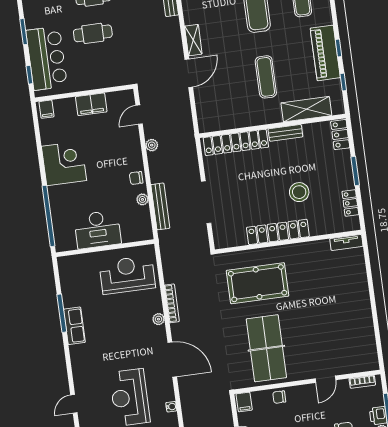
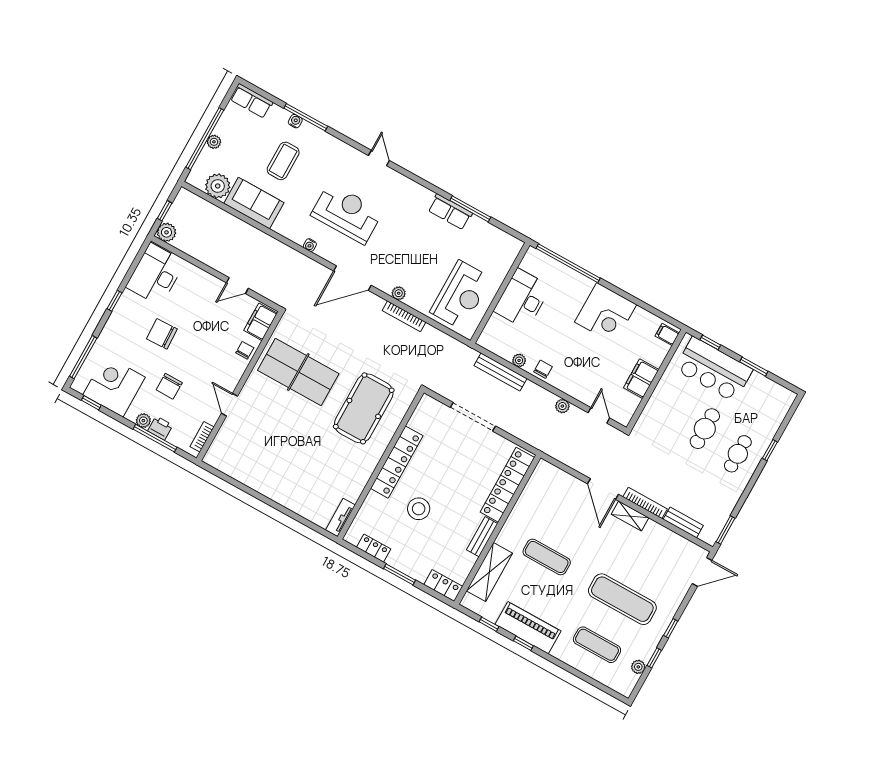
bookcase: (176, 36) -> (645, 503), added
filing cabinet: (244, 402) -> (261, 322), width x2.00

